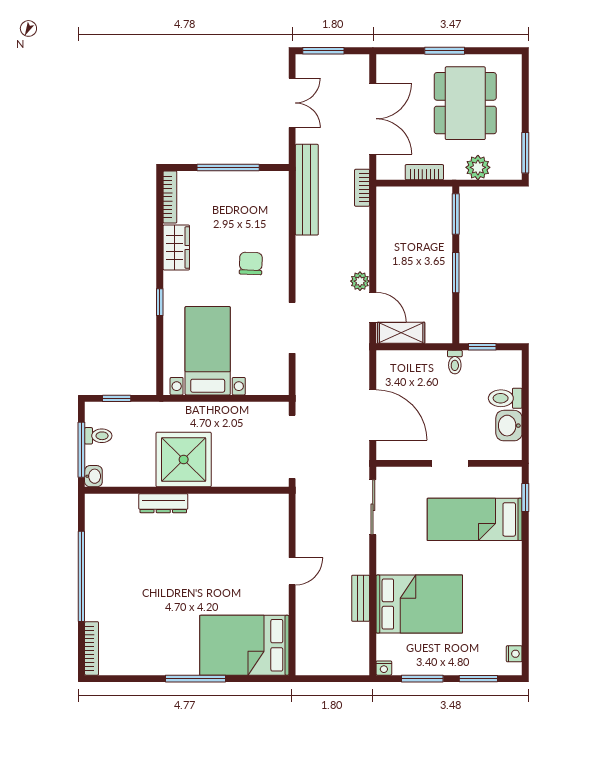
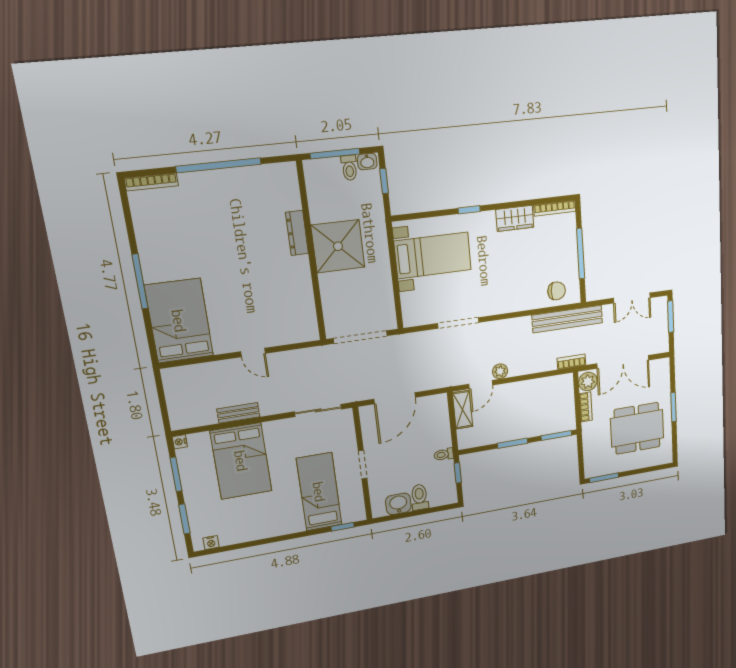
plant: (478, 167) -> (588, 381), moved
chair: (251, 263) -> (557, 291), moved
washbasin: (93, 476) -> (367, 161), moved

